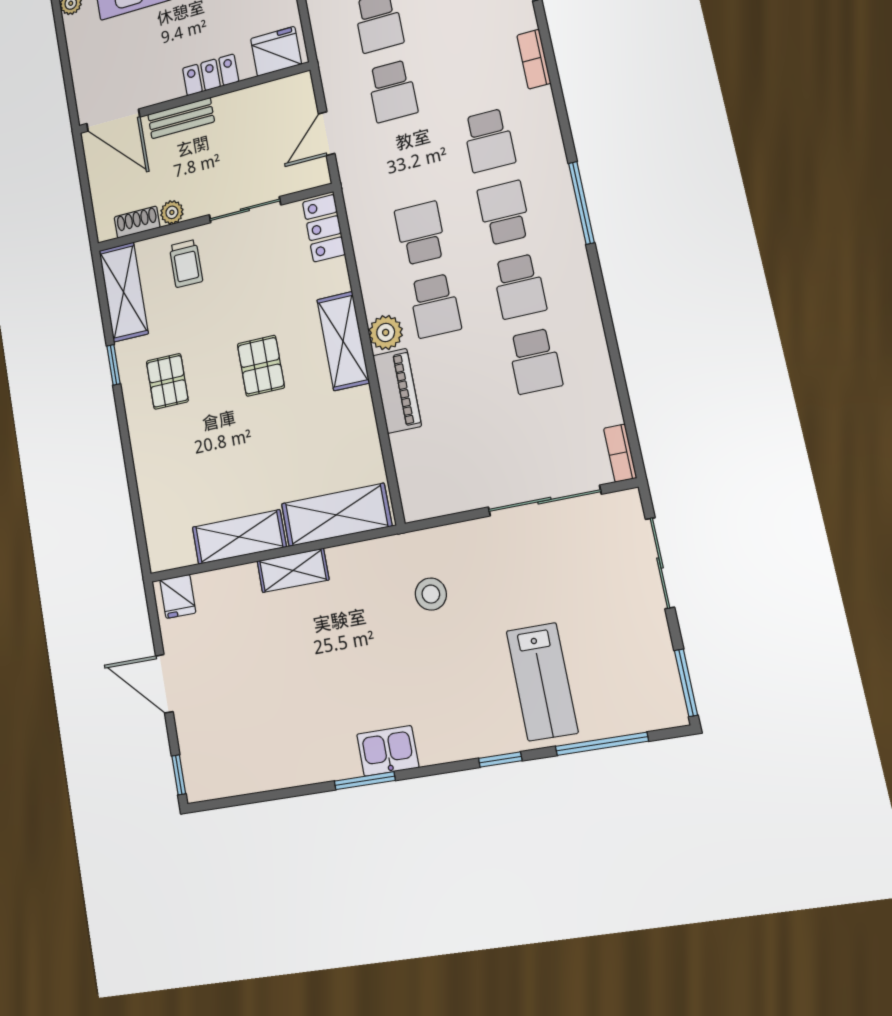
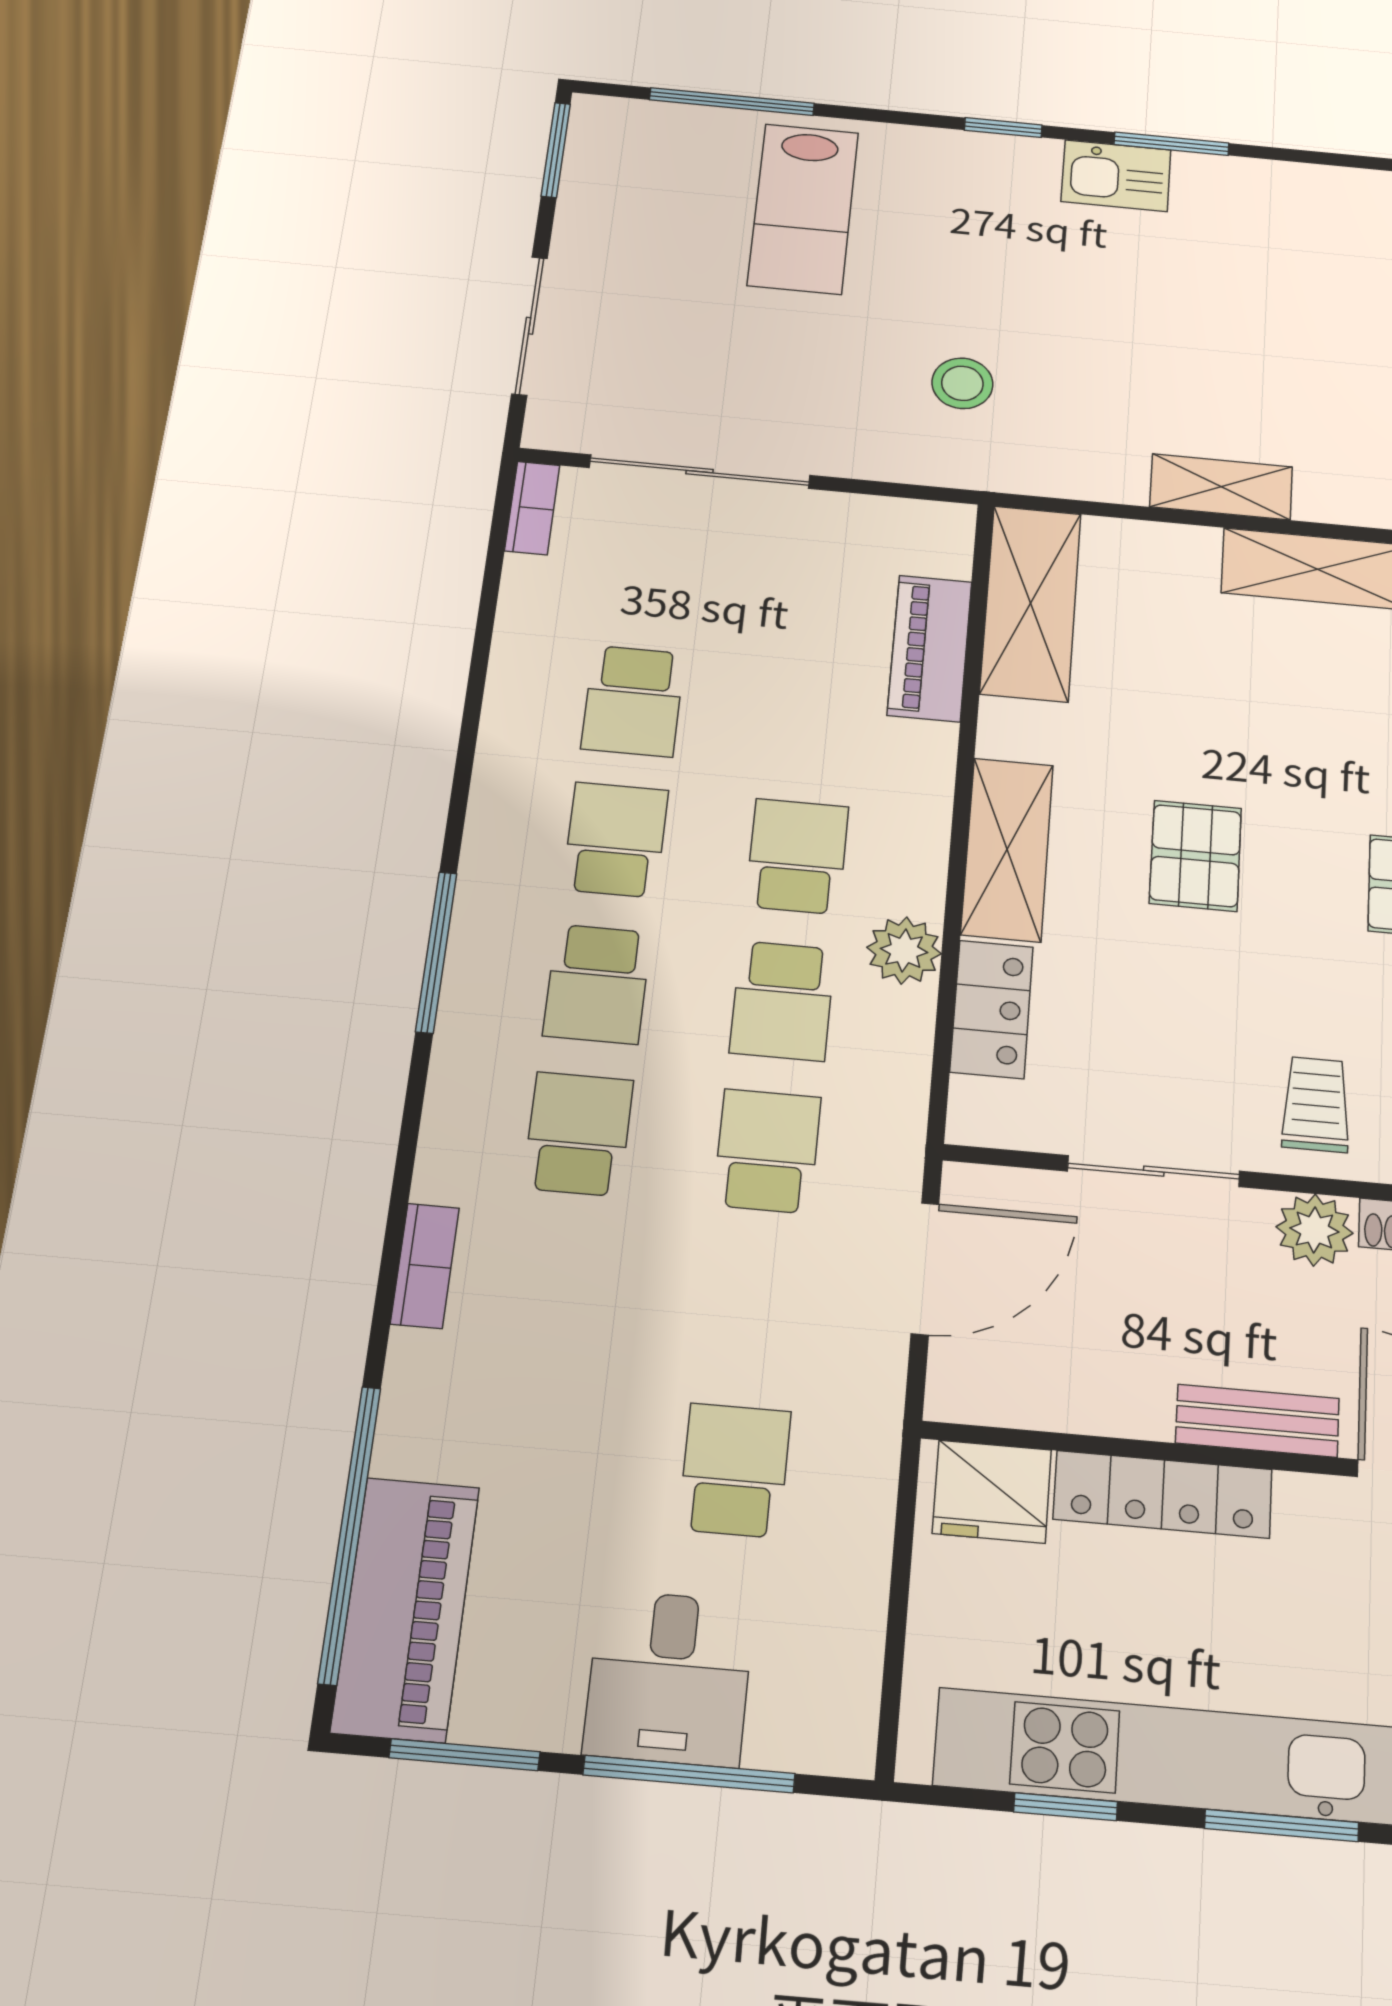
locker: (211, 75) -> (1163, 1494), width x1.53
school desk: (392, 91) -> (767, 1151), moved
door: (327, 134) -> (925, 1268), width x1.38
plant: (172, 212) -> (1314, 1230), width x1.38, depth x1.38
locker: (324, 228) -> (992, 1009), moved
plant: (386, 332) -> (904, 950), moved
school desk: (535, 361) -> (633, 701), turned 180
piano: (397, 391) -> (930, 648), moved
shelving: (336, 515) -> (1031, 603), moved, turned 90
lab bench: (542, 682) -> (803, 209), turned 180
window: (500, 760) -> (1003, 128), moved

